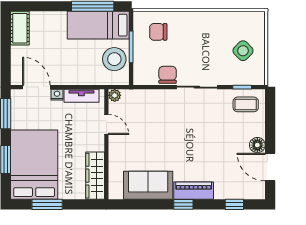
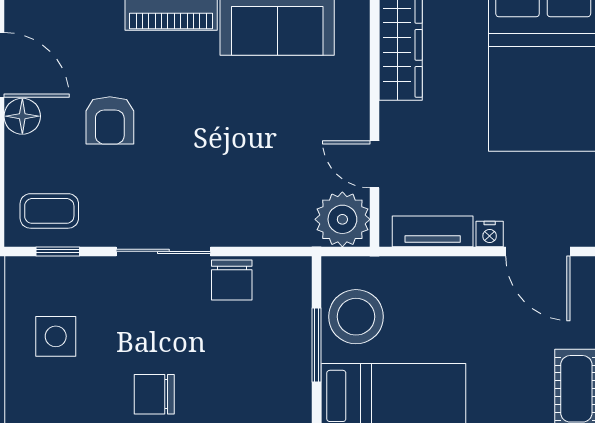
chair: (158, 32) -> (154, 394), moved, turned 180
side table: (243, 51) -> (56, 336), turned 45
plant: (115, 95) -> (342, 219), width x1.87, depth x1.87
armchair: (220, 143) -> (110, 120), added

